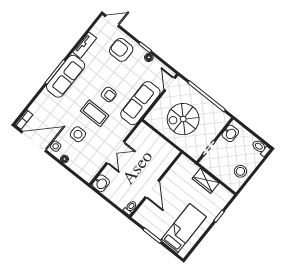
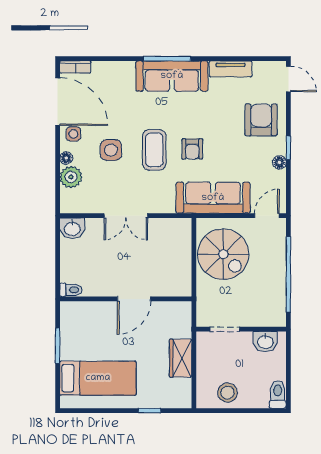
spiral stairs: (183, 119) -> (223, 254), moved, turned 180
plant: (76, 164) -> (71, 177), added
door: (152, 189) -> (134, 299), moved

